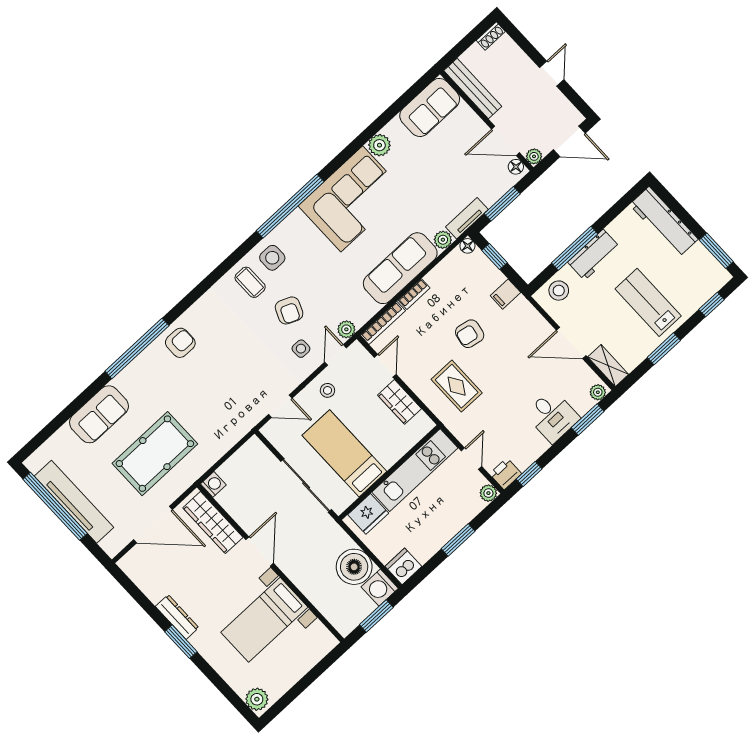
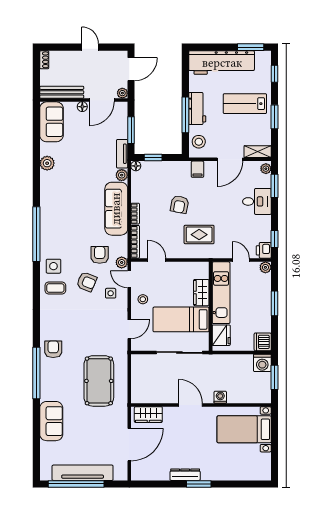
floor lamp: (516, 167) -> (82, 107), moved
corner sofa: (352, 199) -> (61, 201), removed
workbench: (664, 222) -> (222, 63), width x1.36, depth x1.32
filing cabinet: (505, 294) -> (197, 169), moved
armchair: (332, 297) -> (100, 255), added
wardrobe: (399, 402) -> (201, 293), moved, turned 90
pool table: (155, 454) -> (99, 381), moved
washing machine: (213, 484) -> (220, 397), moved
wardrobe: (213, 523) -> (148, 415), width x0.67
boiler: (354, 567) -> (241, 366), removed
bed with nightstands: (264, 620) -> (244, 429), moved, turned 90
plant: (257, 699) -> (261, 473), removed

